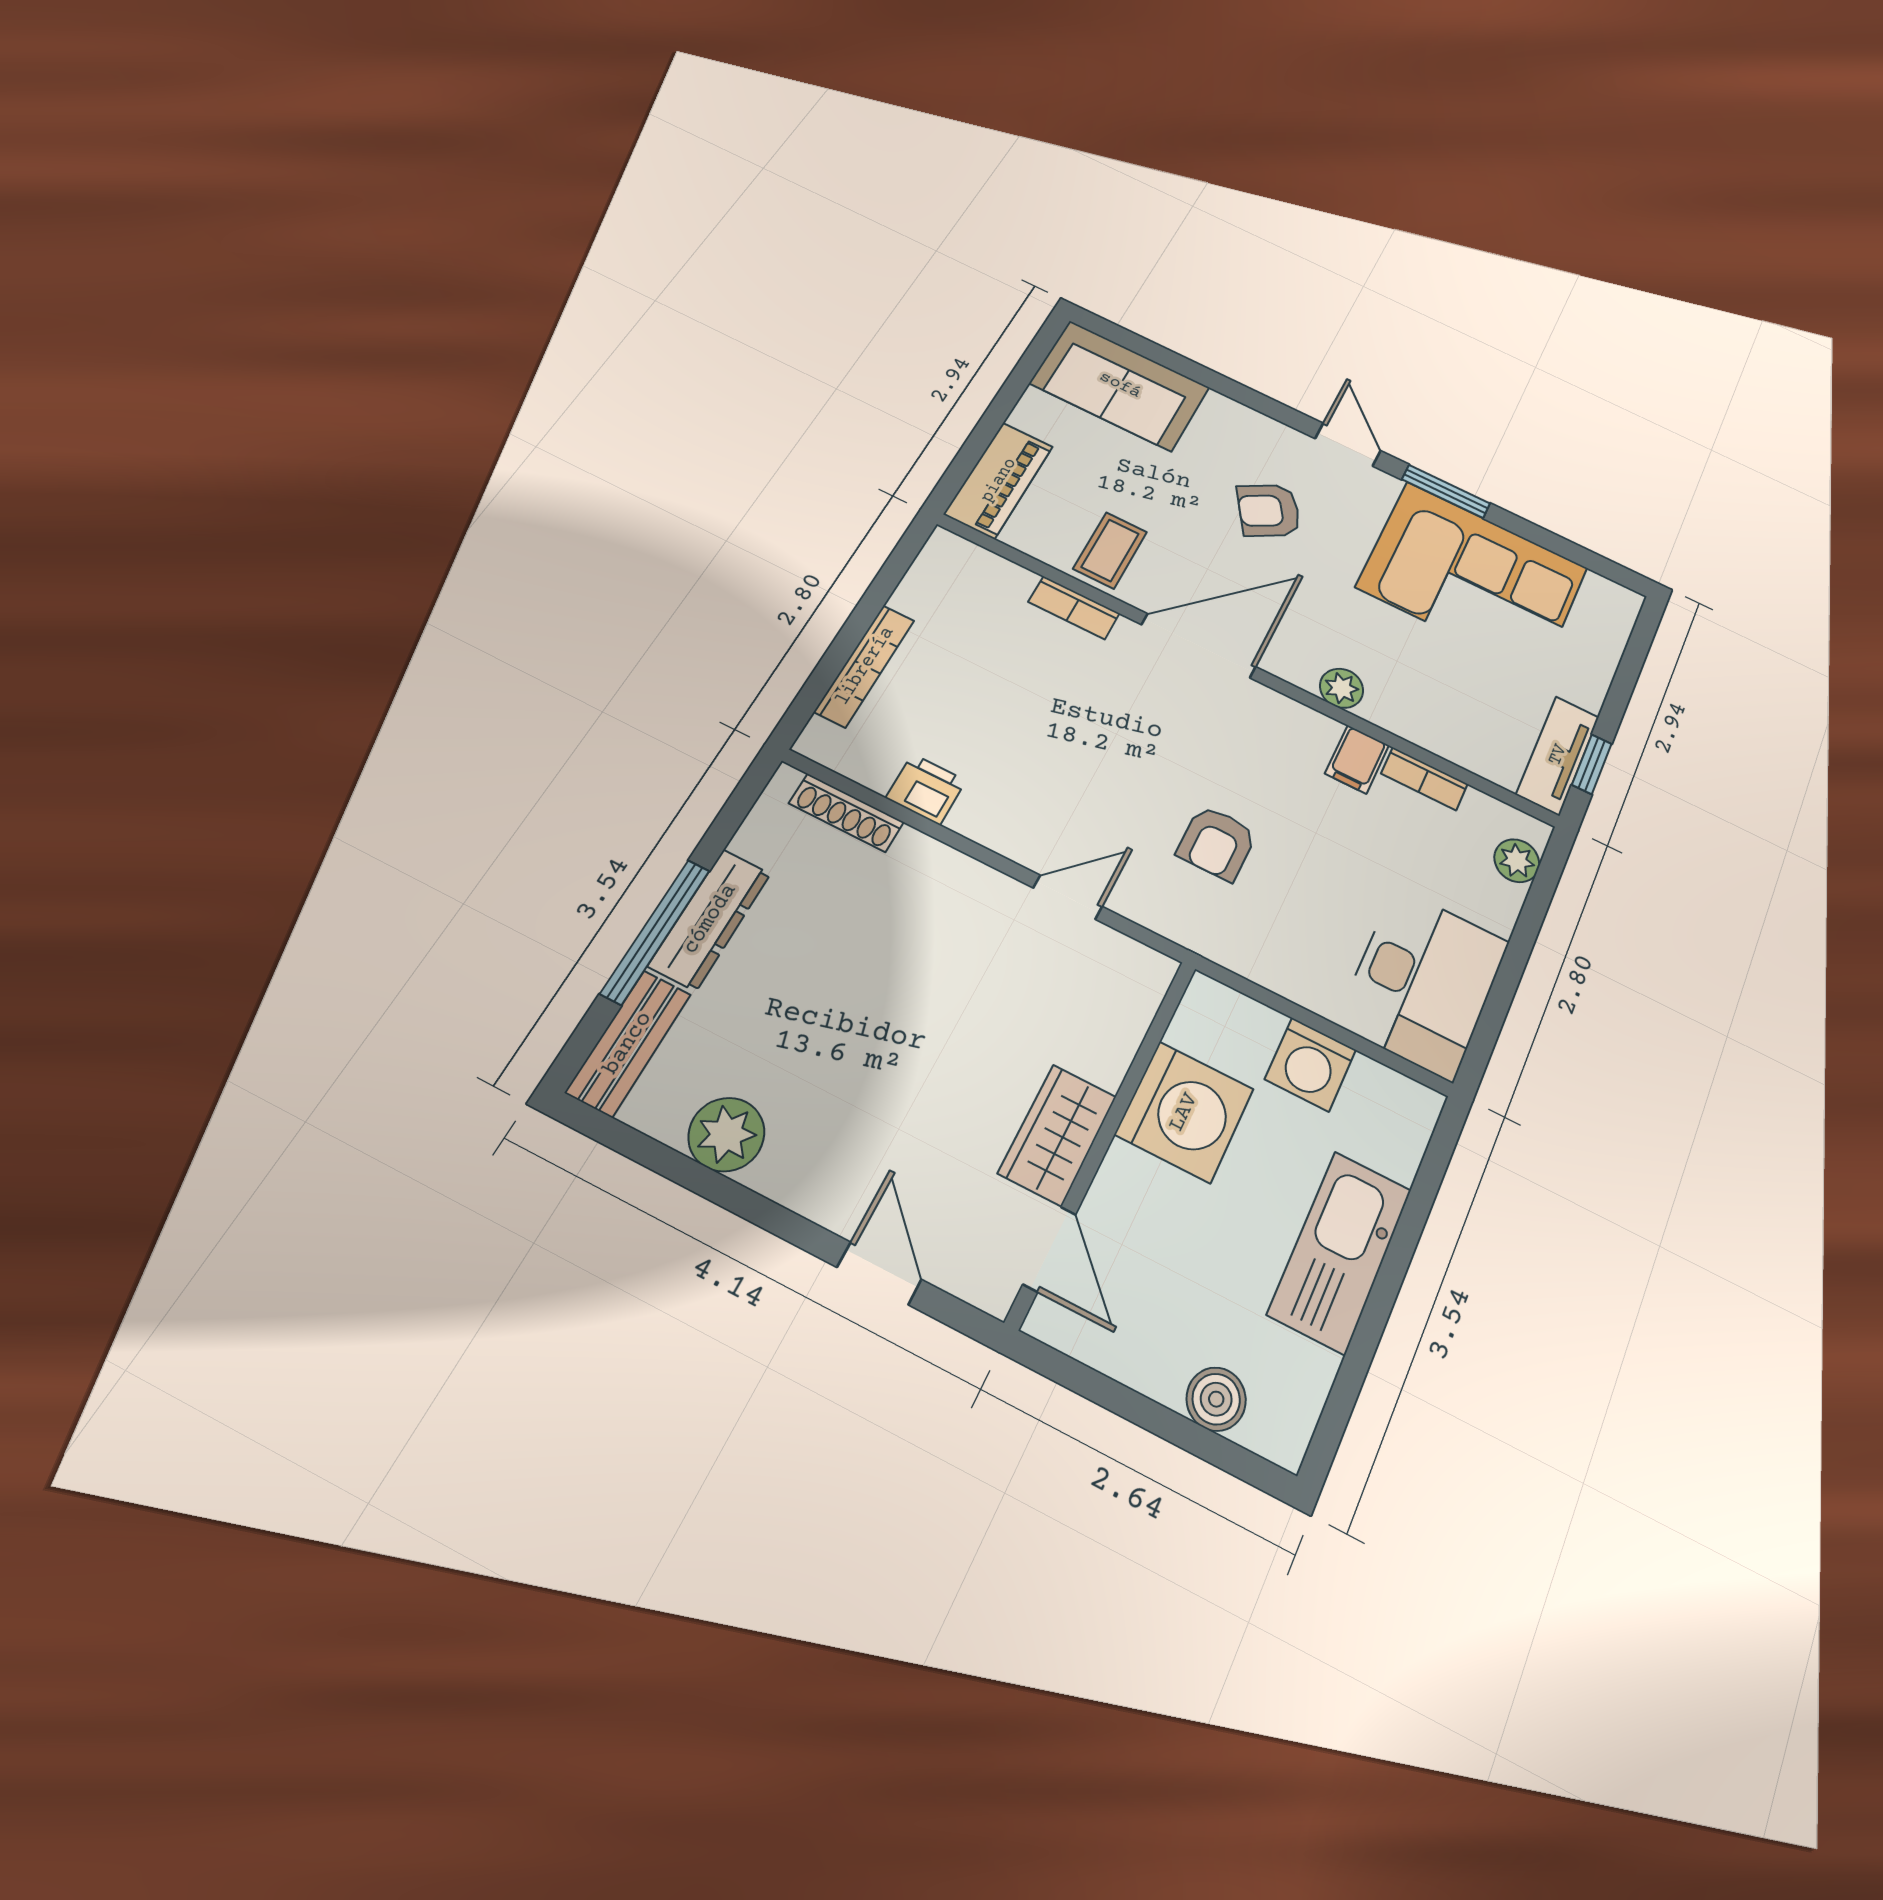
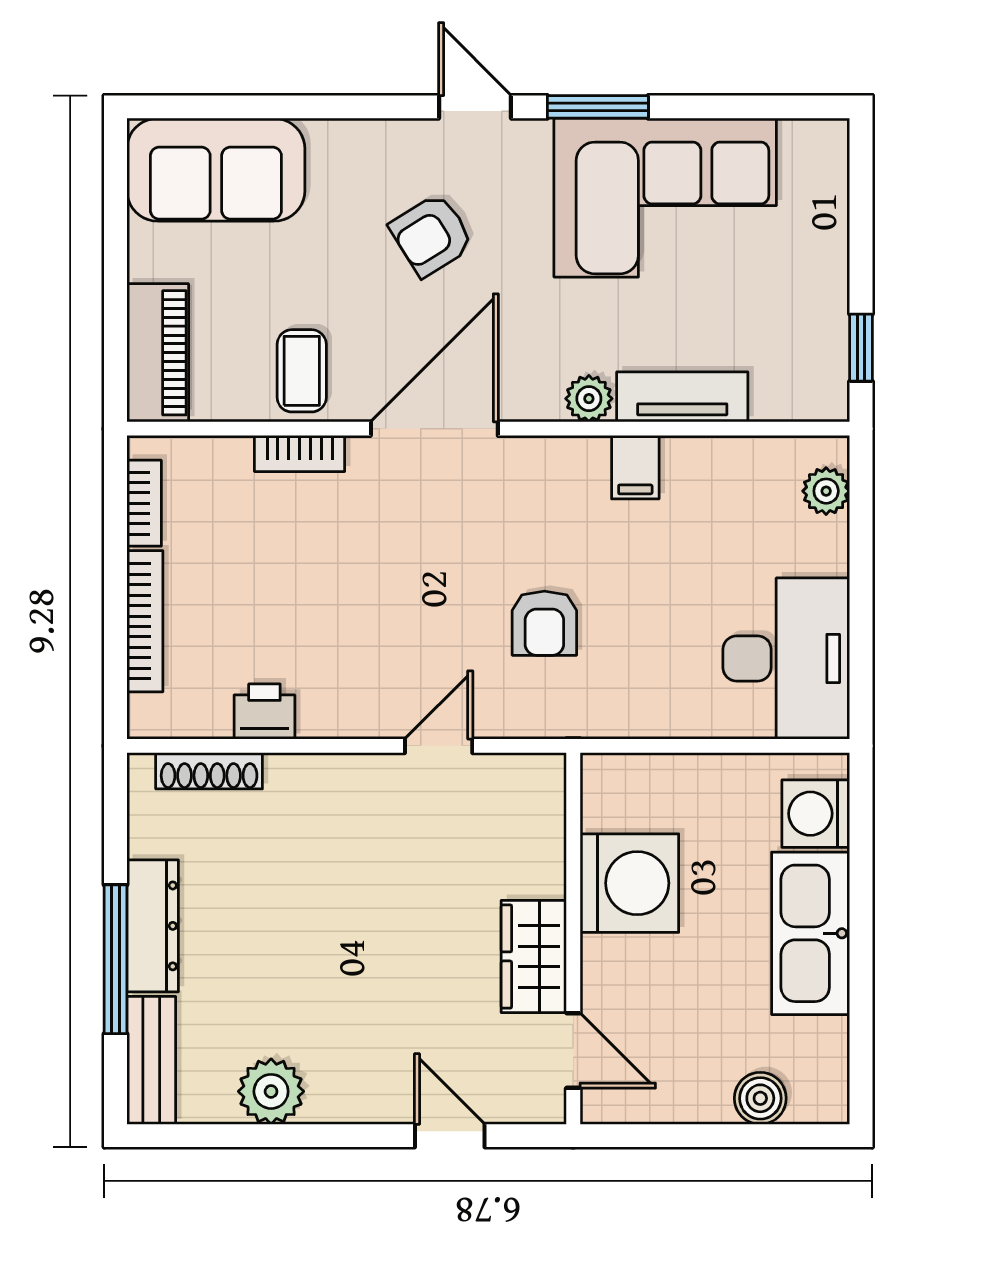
tv unit: (1558, 755) -> (682, 397), moved, turned 90
bookcase: (1424, 779) -> (144, 503), moved, turned -90
washing machine: (1310, 1064) -> (816, 814), moved, turned 90

